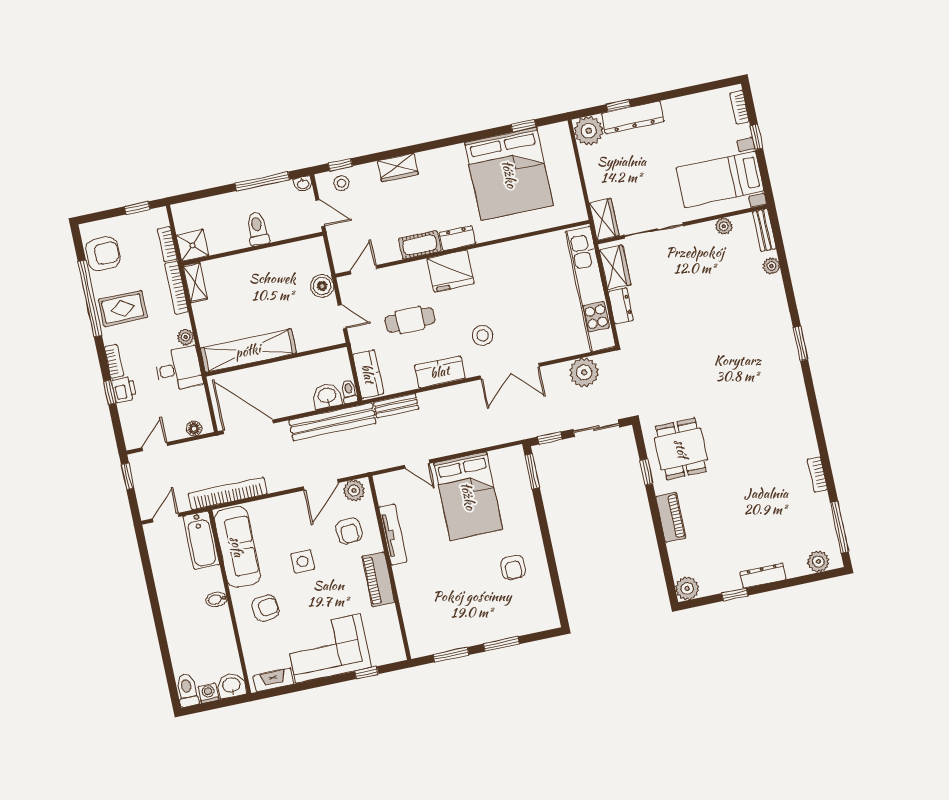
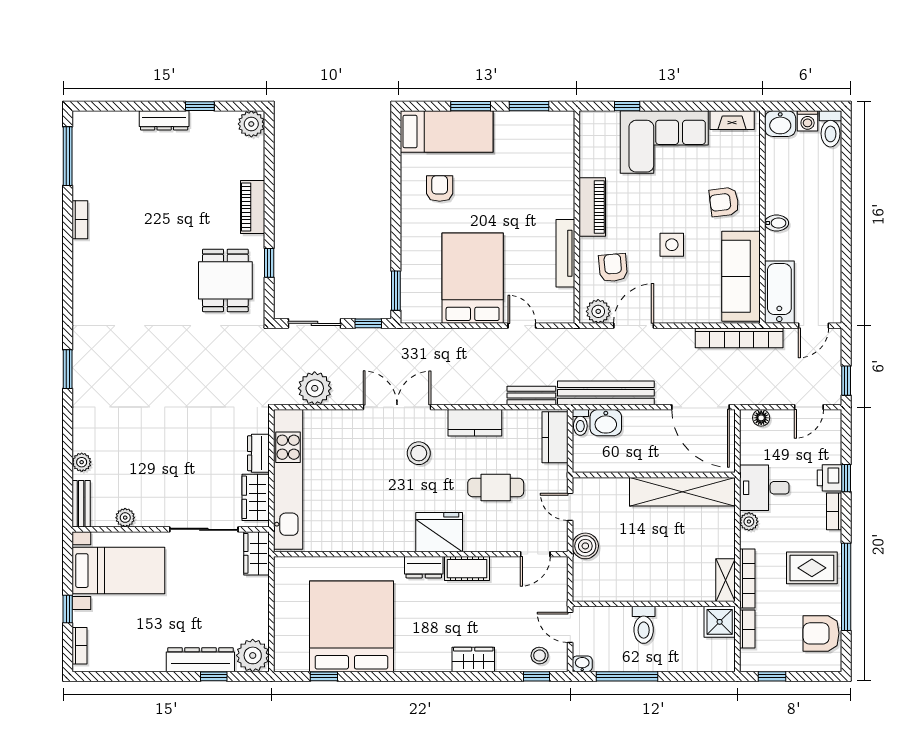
plant: (818, 561) -> (99, 123), removed
bed: (518, 618) -> (447, 132), added

